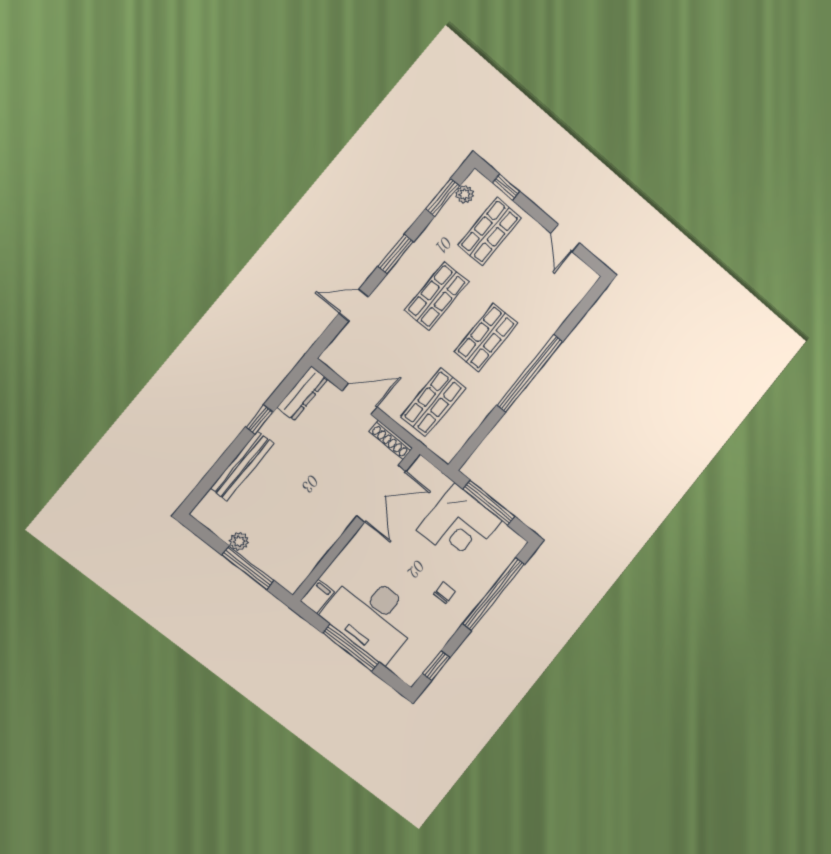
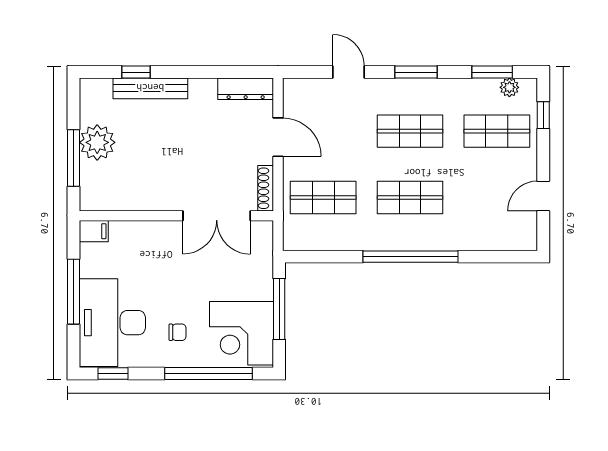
window: (259, 419) -> (136, 72), moved
corner desk: (459, 525) -> (241, 333), moved
plant: (239, 541) -> (97, 142), width x1.87, depth x1.87
desk: (372, 616) -> (112, 323), moved

